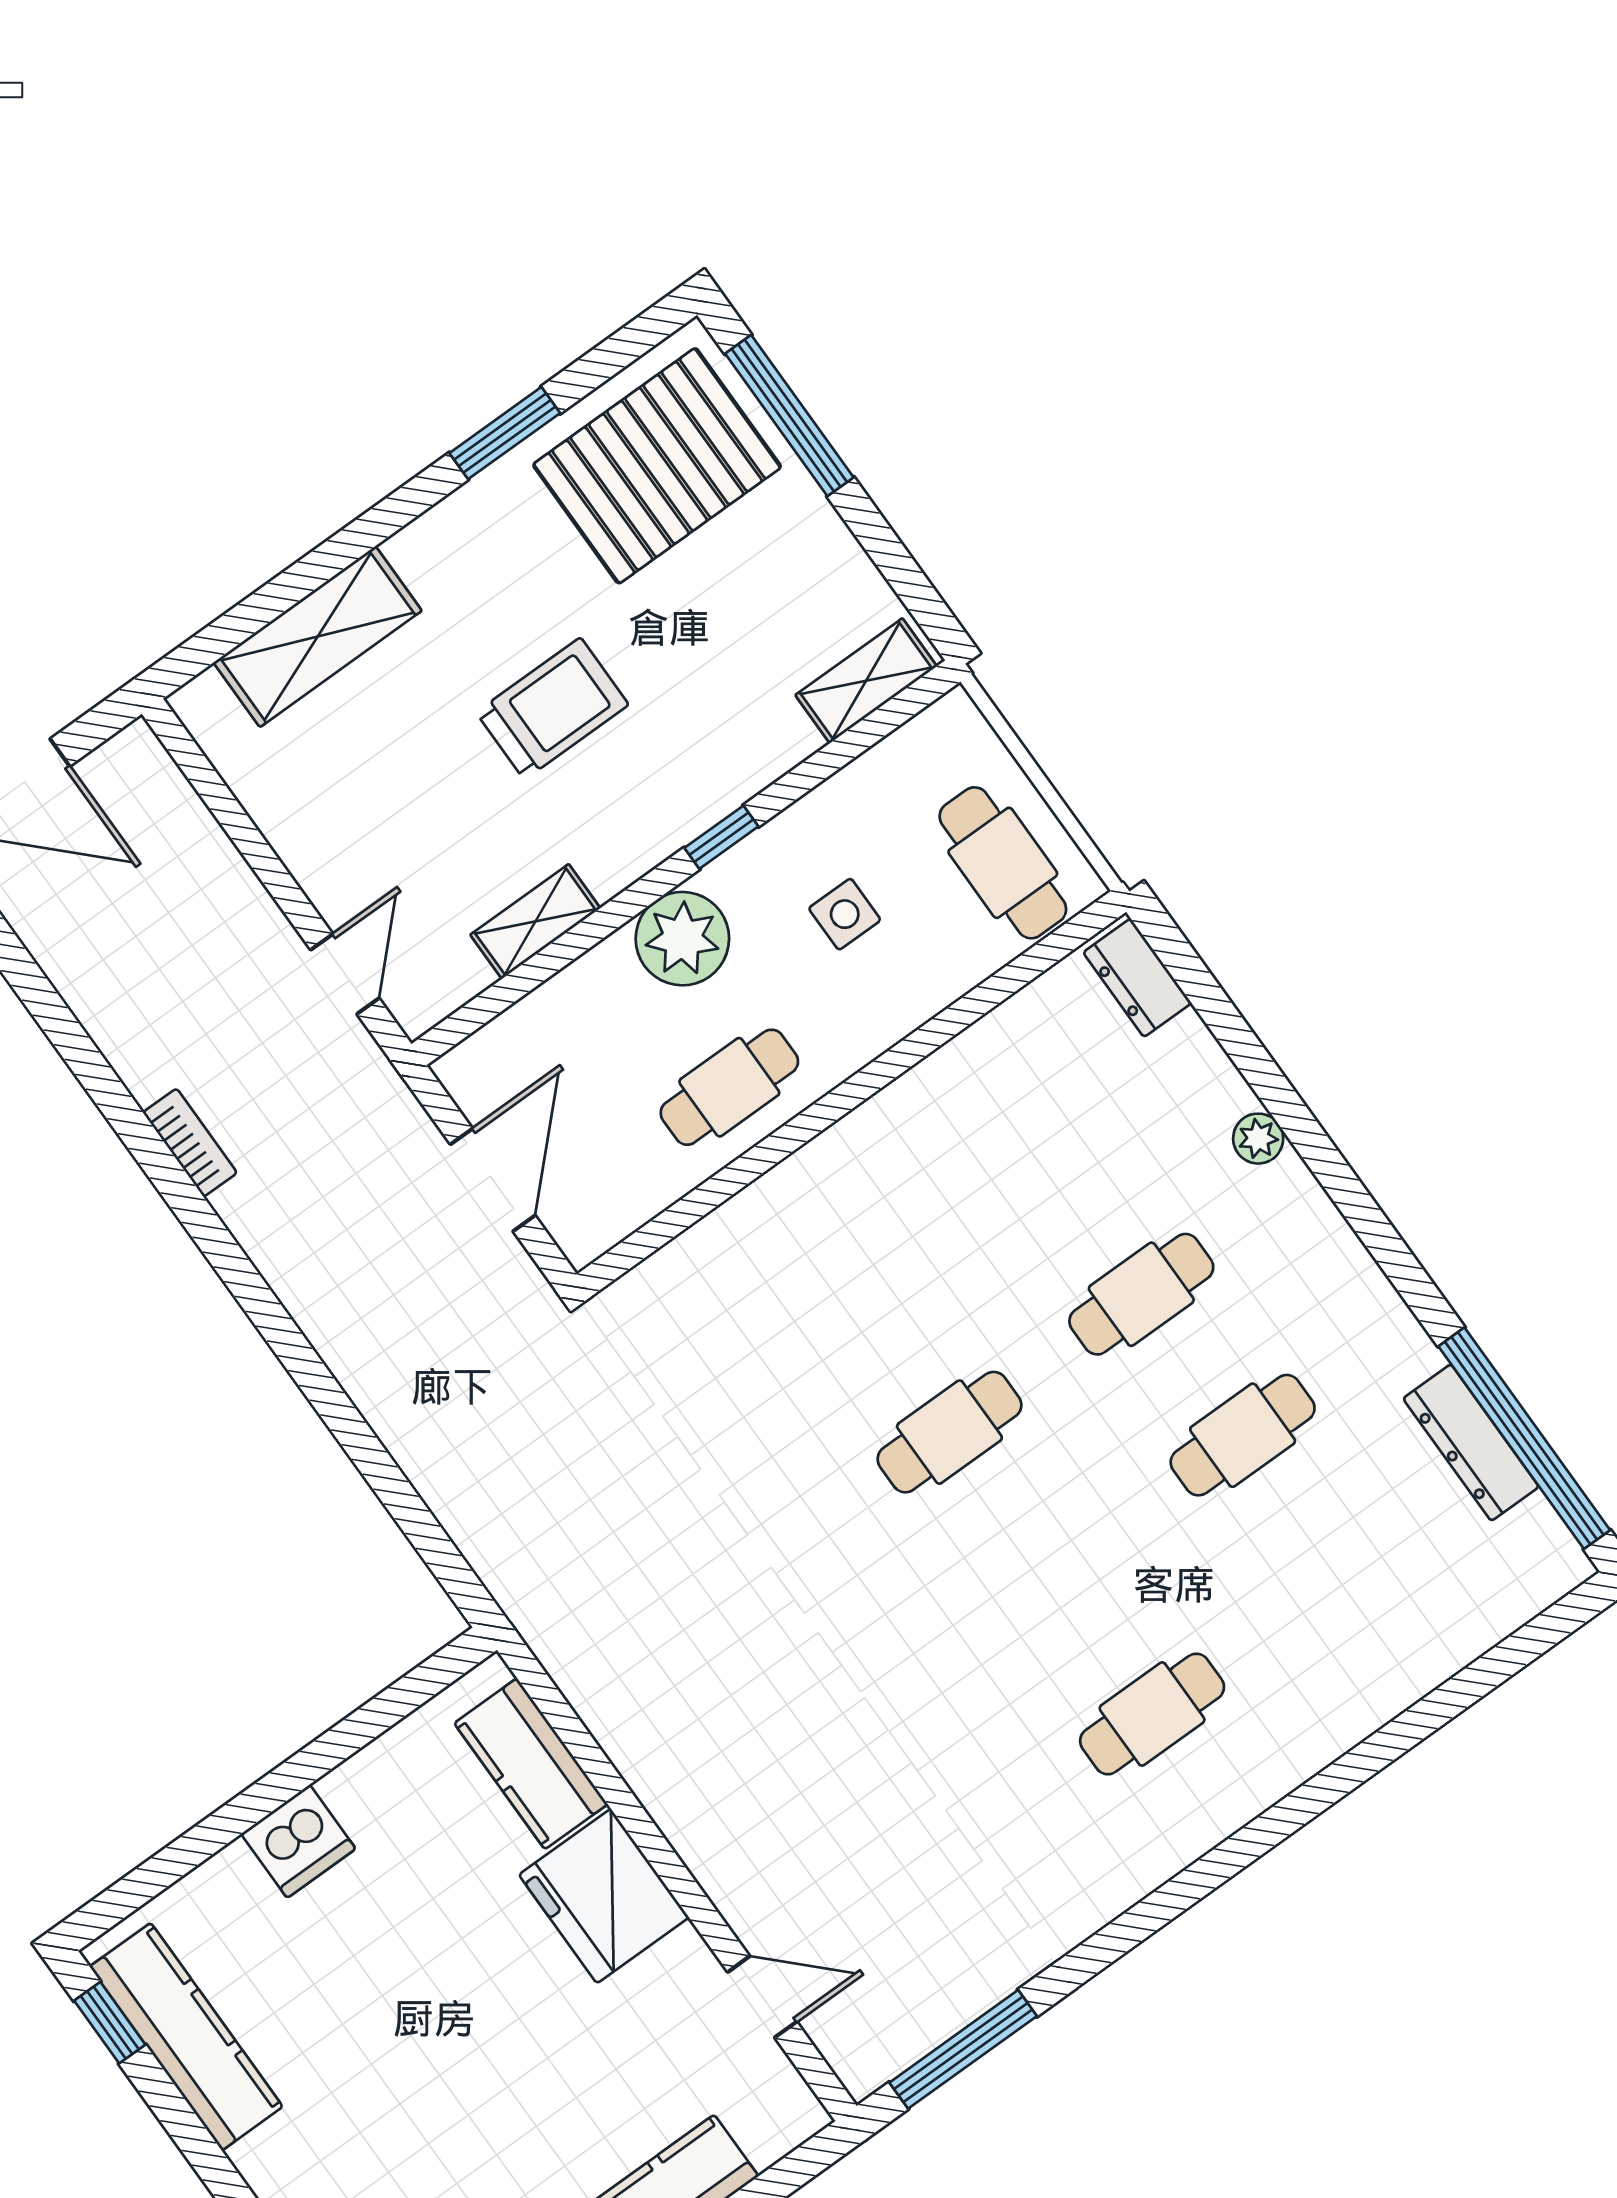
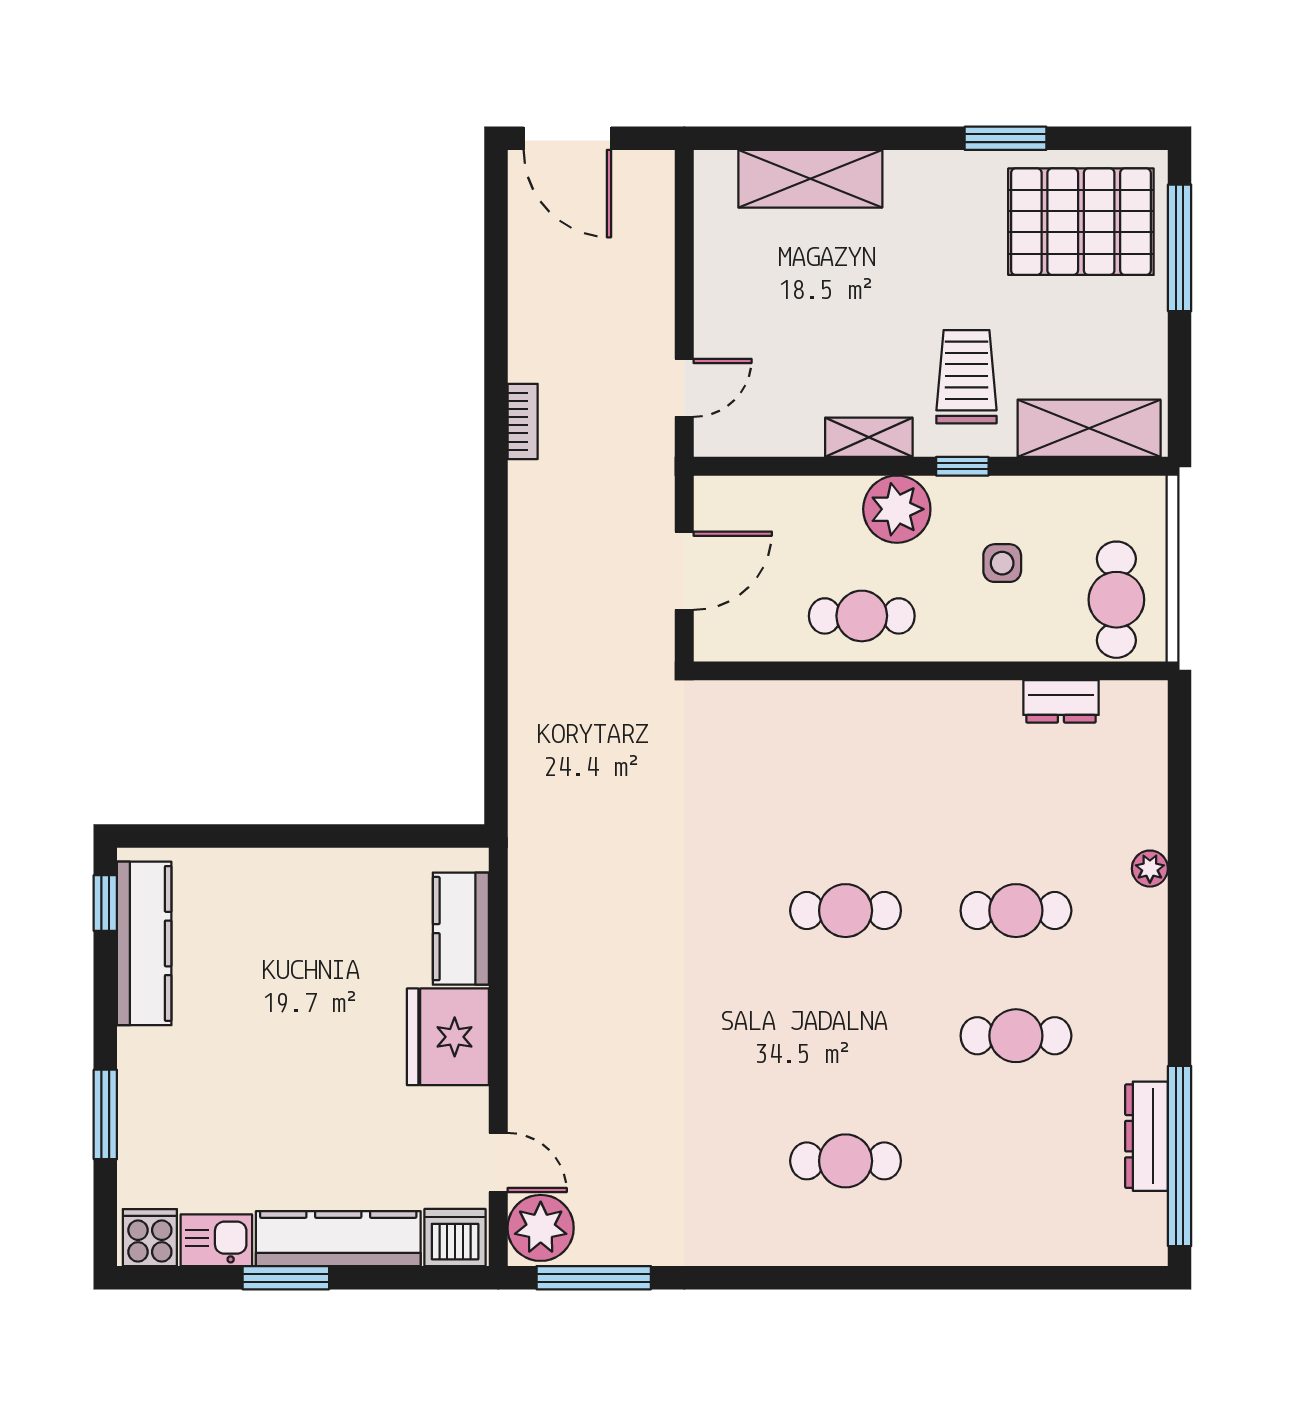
shelving: (866, 681) -> (1089, 428), width x1.50, depth x1.33
trolley: (552, 709) -> (966, 377), moved, turned -90
shelving: (535, 921) -> (869, 437), moved
dresser: (1137, 978) -> (1061, 701), moved, turned -90
dishwasher: (298, 1841) -> (455, 1237), moved, turned 180
plant: (863, 2036) -> (541, 1228), added

